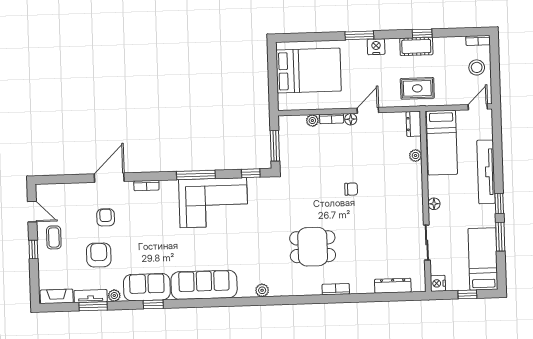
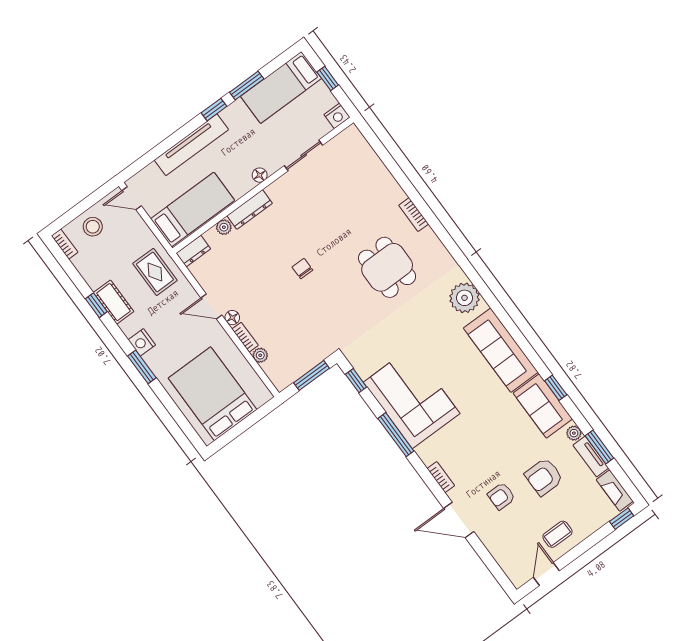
window: (33, 249) -> (622, 519), moved
dresser: (393, 286) -> (250, 209), moved, turned -90
plant: (262, 290) -> (465, 298), width x1.88, depth x1.88

